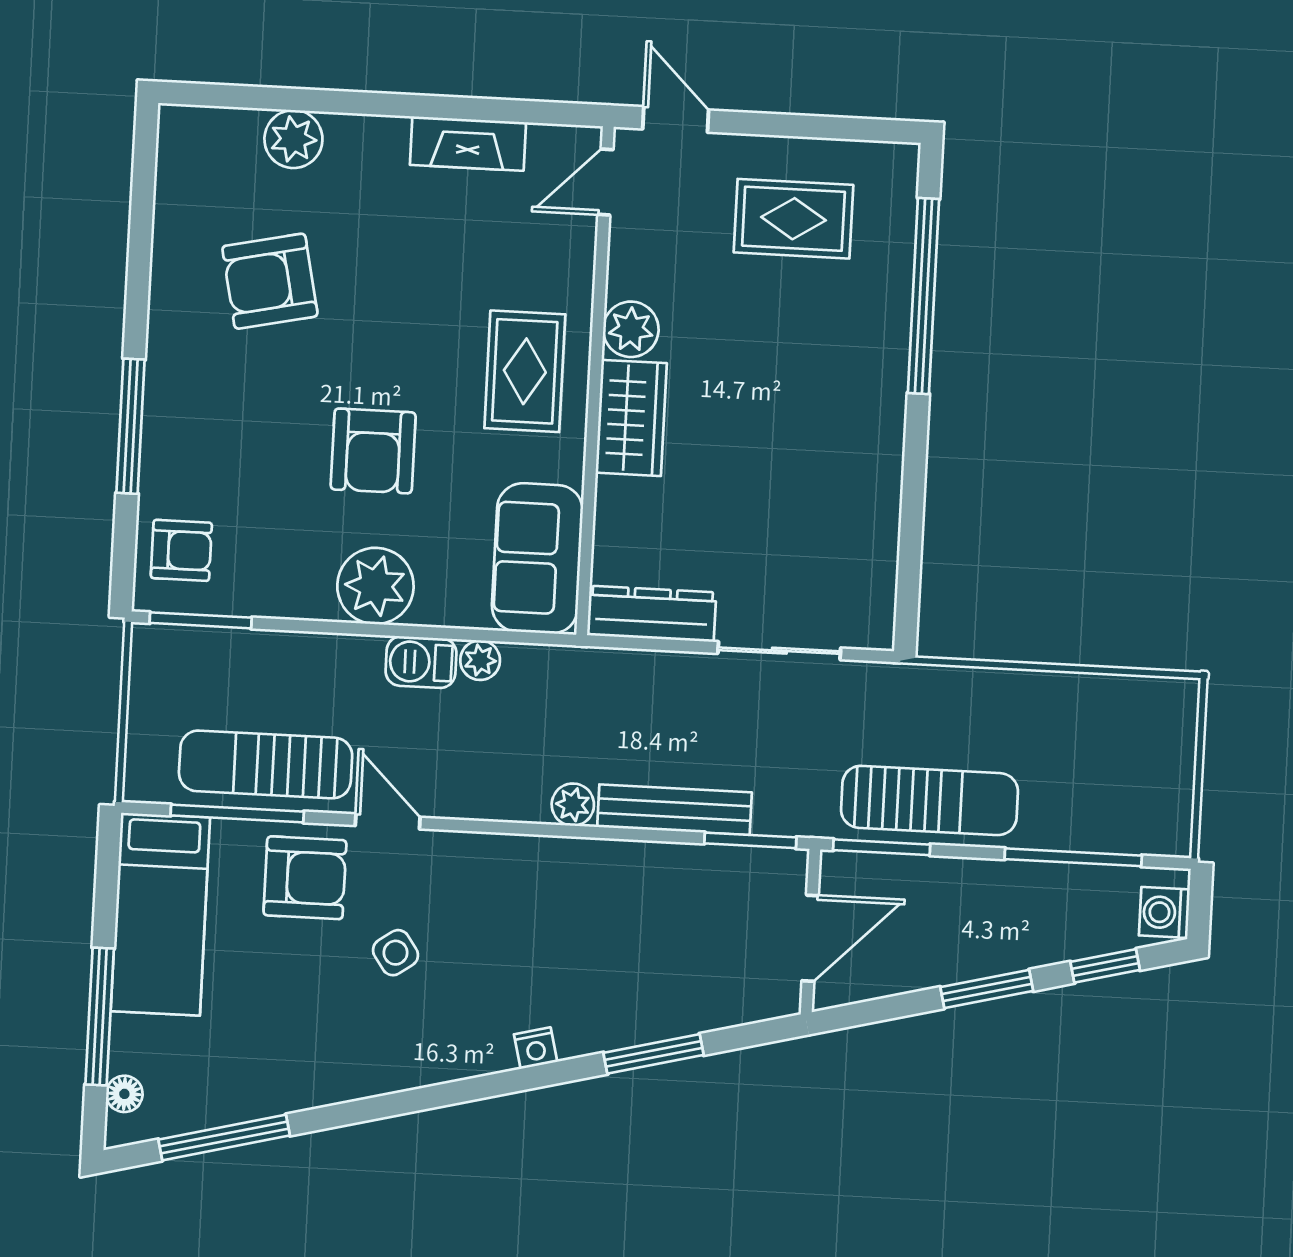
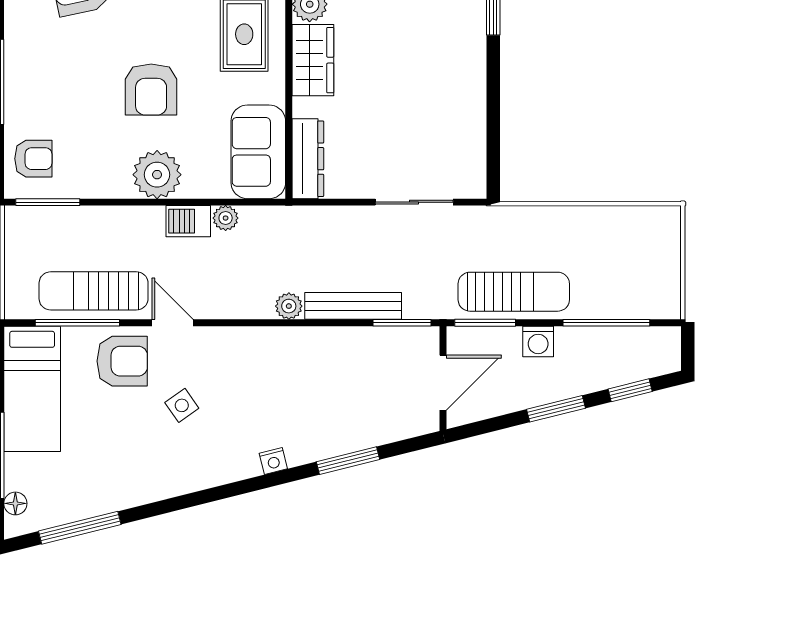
dresser: (652, 614) -> (308, 159), moved, turned 90
washing machine: (1164, 912) -> (538, 341), moved, turned -90

